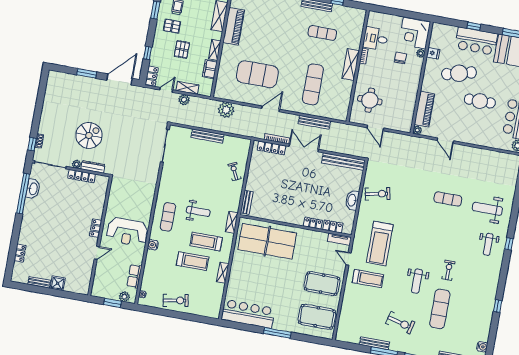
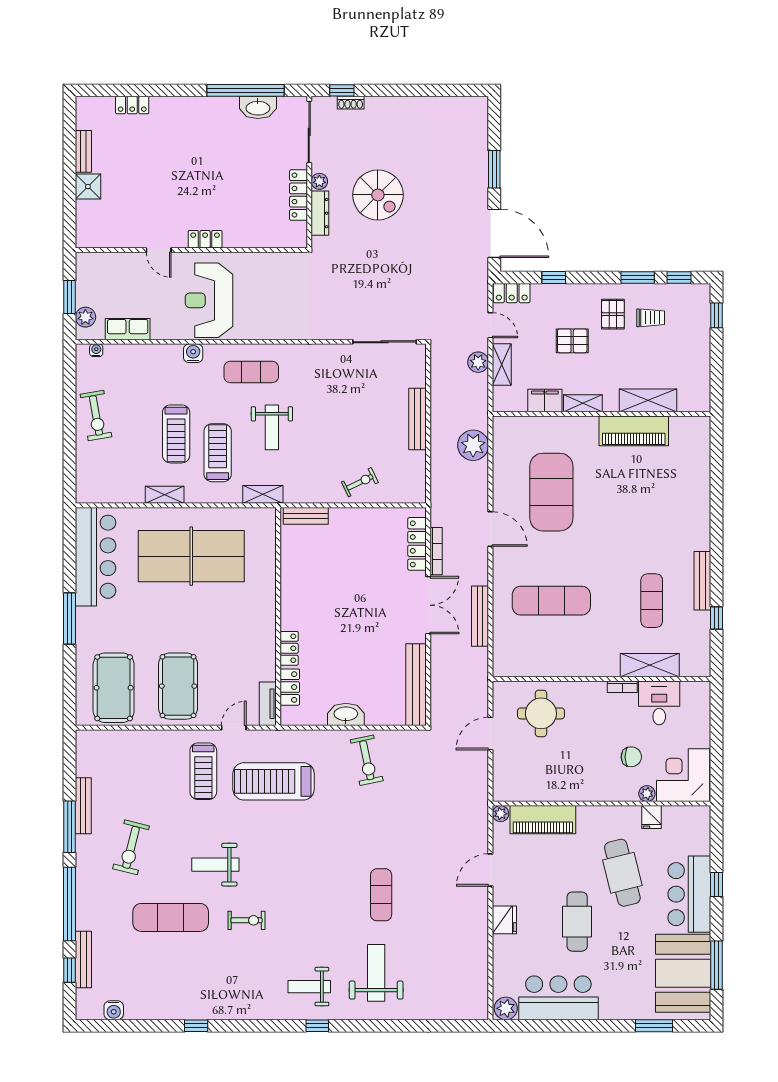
shelving: (351, 65) -> (650, 665), moved
fridge: (472, 138) -> (504, 920), added
table tennis table: (267, 241) -> (191, 556), moved, turned 90

